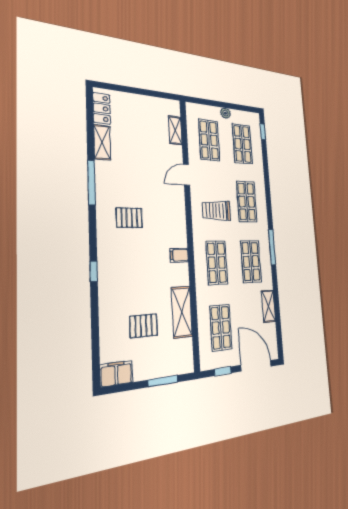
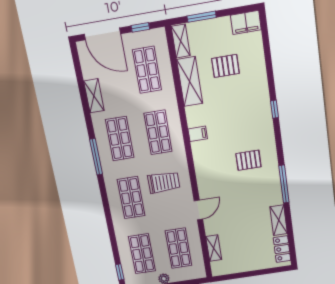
shelving: (186, 356) -> (181, 41), added

